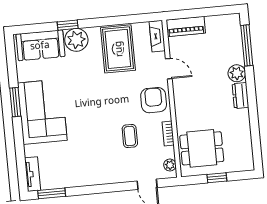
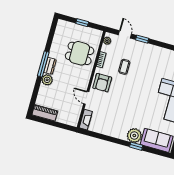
piano: (186, 26) -> (45, 113), moved
window: (247, 45) -> (43, 64), moved
rug: (118, 49) -> (112, 121), removed
dining table: (202, 148) -> (80, 53), moved
window: (119, 187) -> (142, 39), added

